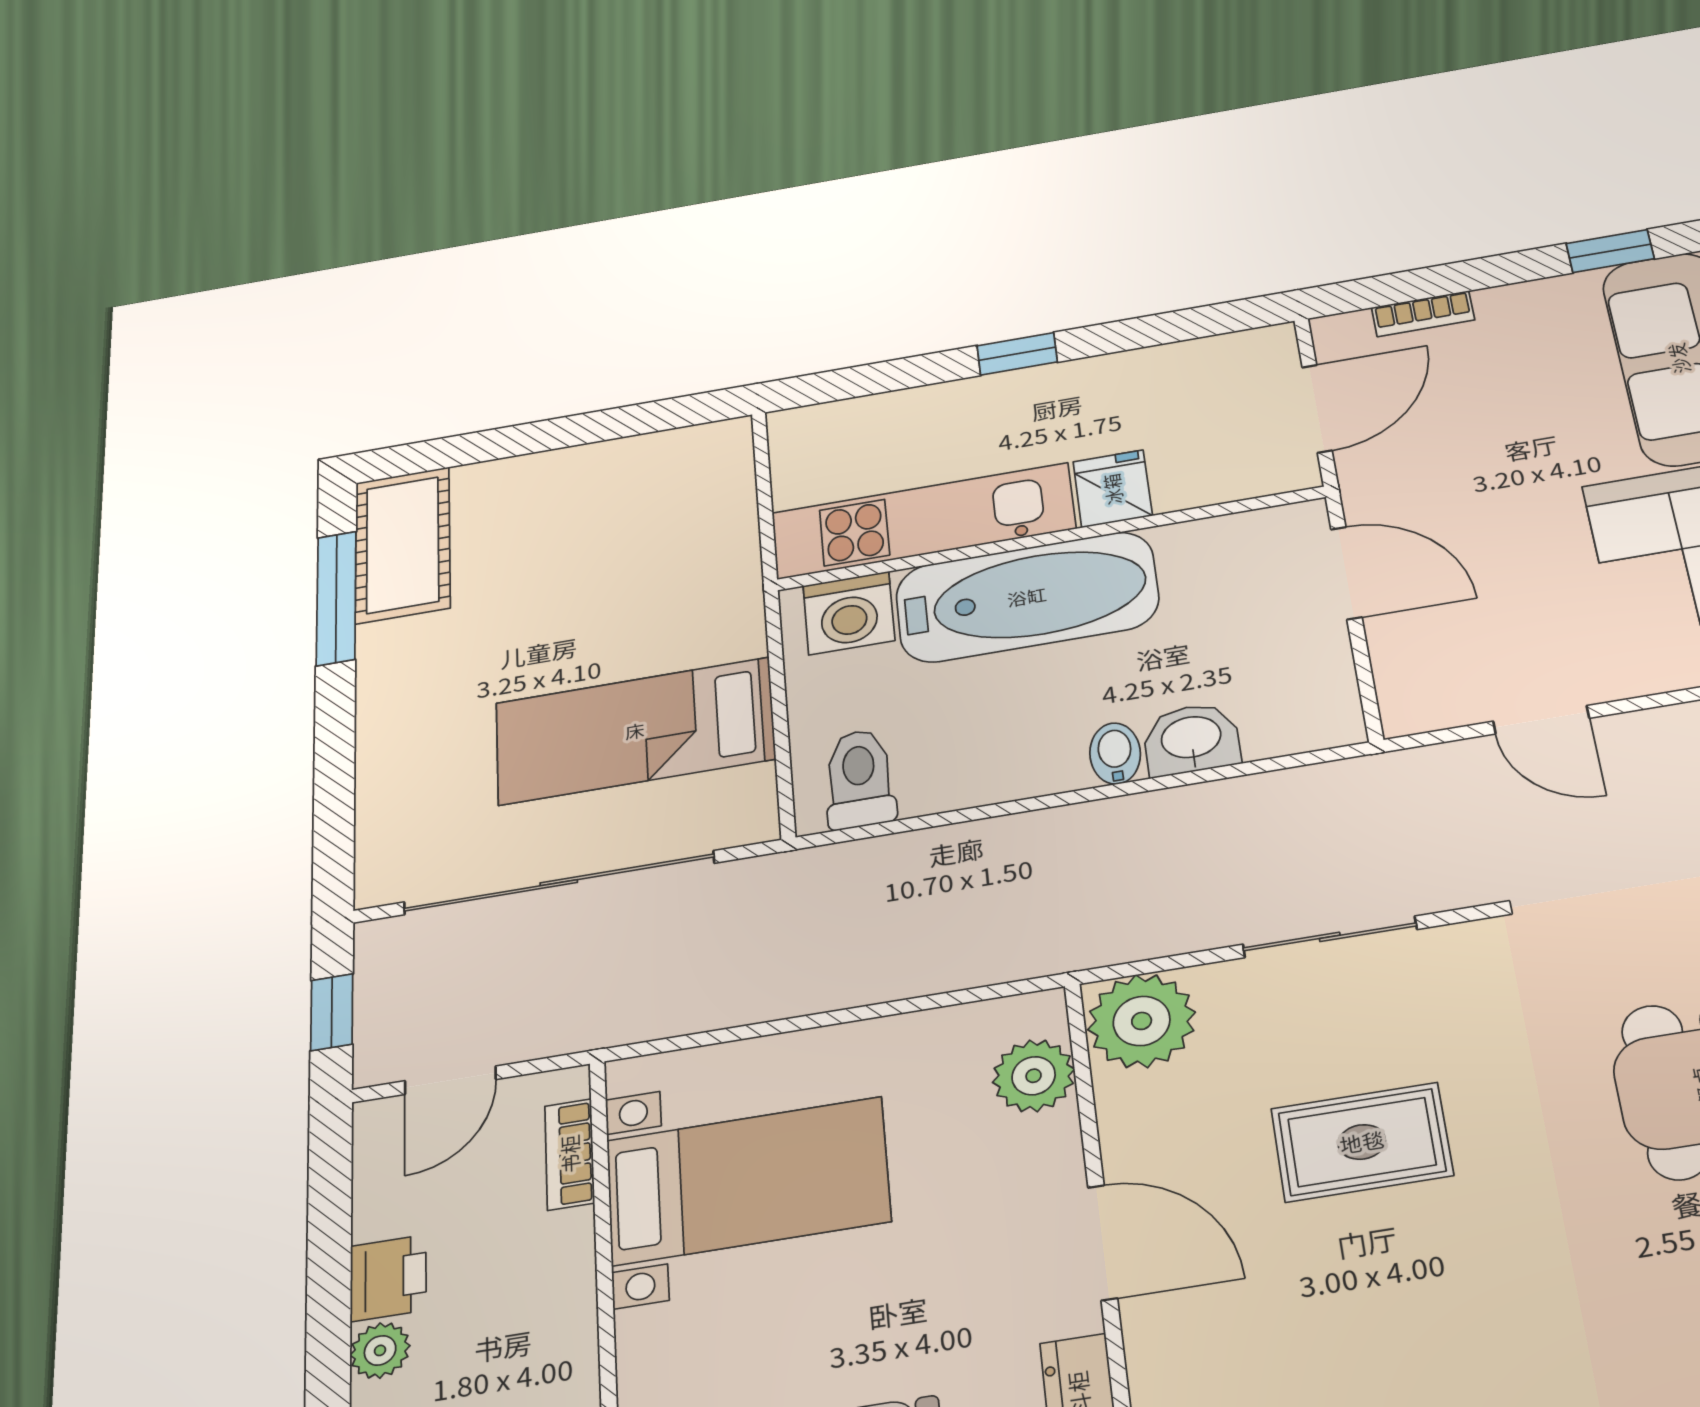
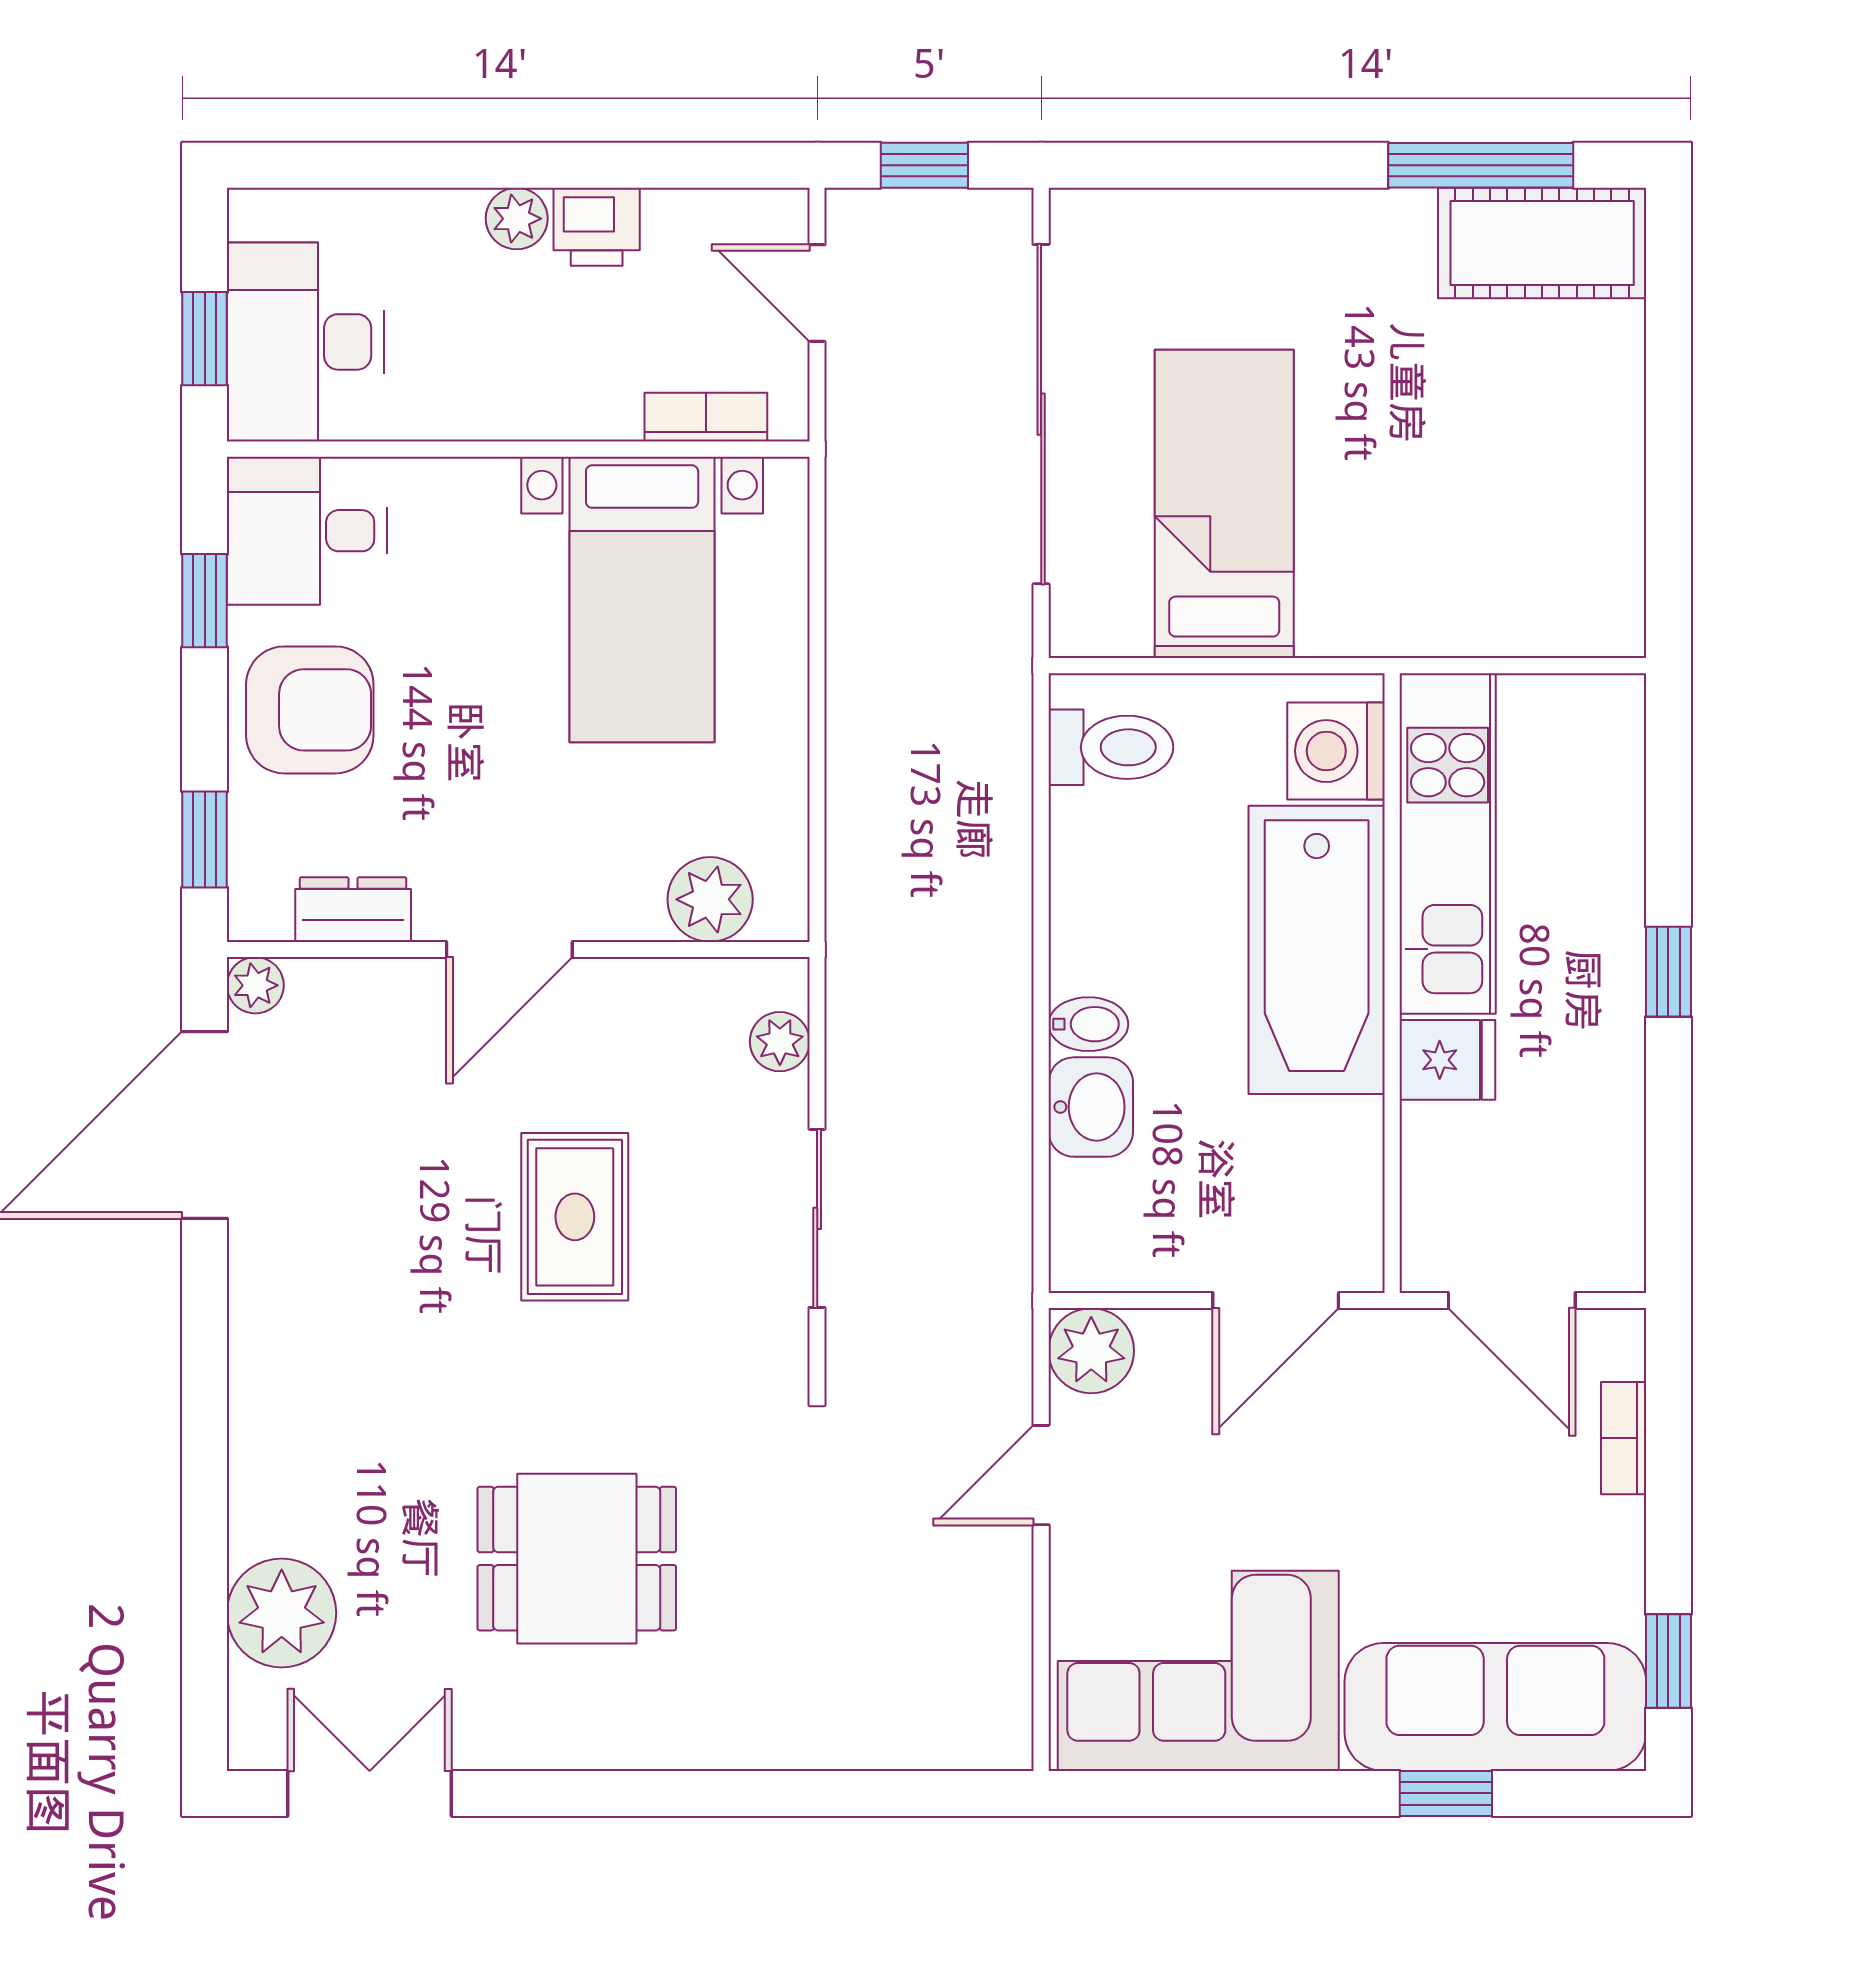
plant: (1417, 701) -> (1091, 1351), added
plant: (1142, 1021) -> (780, 1042), width x0.53, depth x0.53

